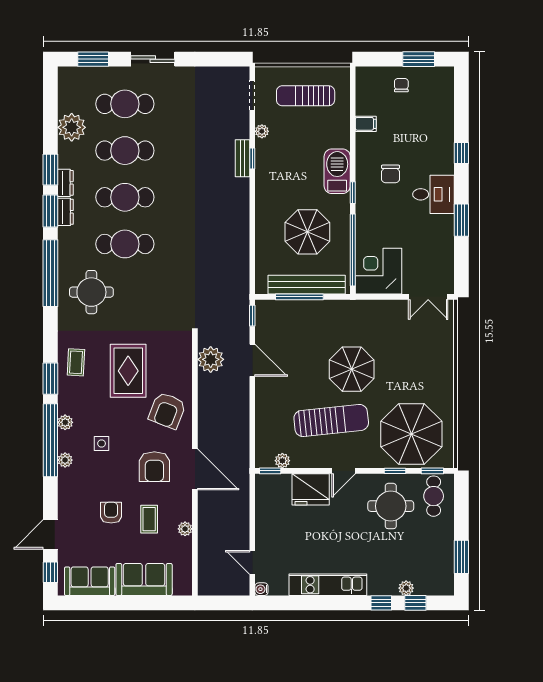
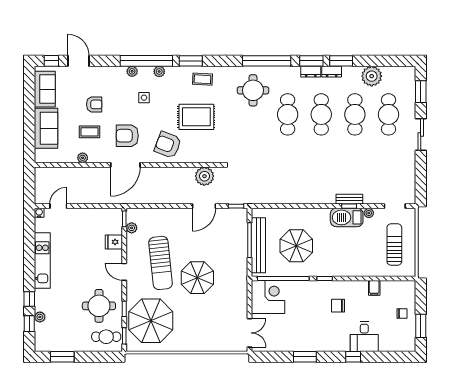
barbecue: (337, 171) -> (347, 217), moved, turned 180
desk: (434, 194) -> (364, 337), moved
double door: (428, 297) -> (250, 333), swing flipped
fridge: (311, 489) -> (114, 242), width x0.53, depth x0.75

